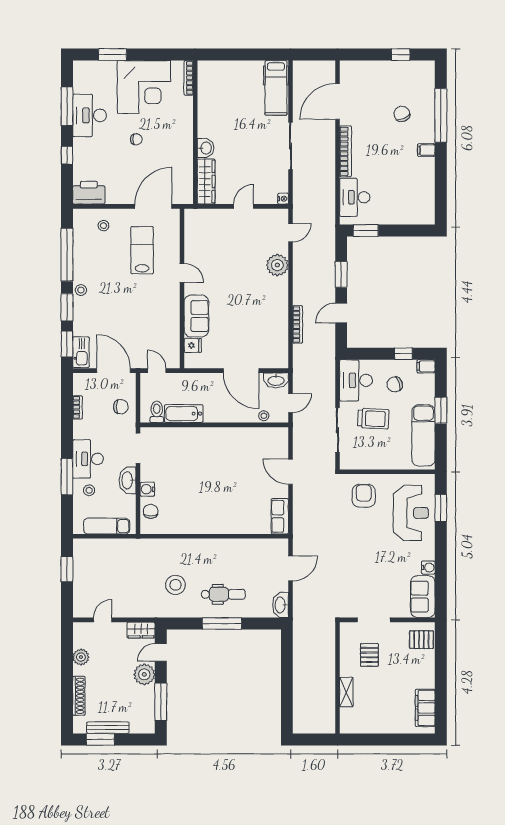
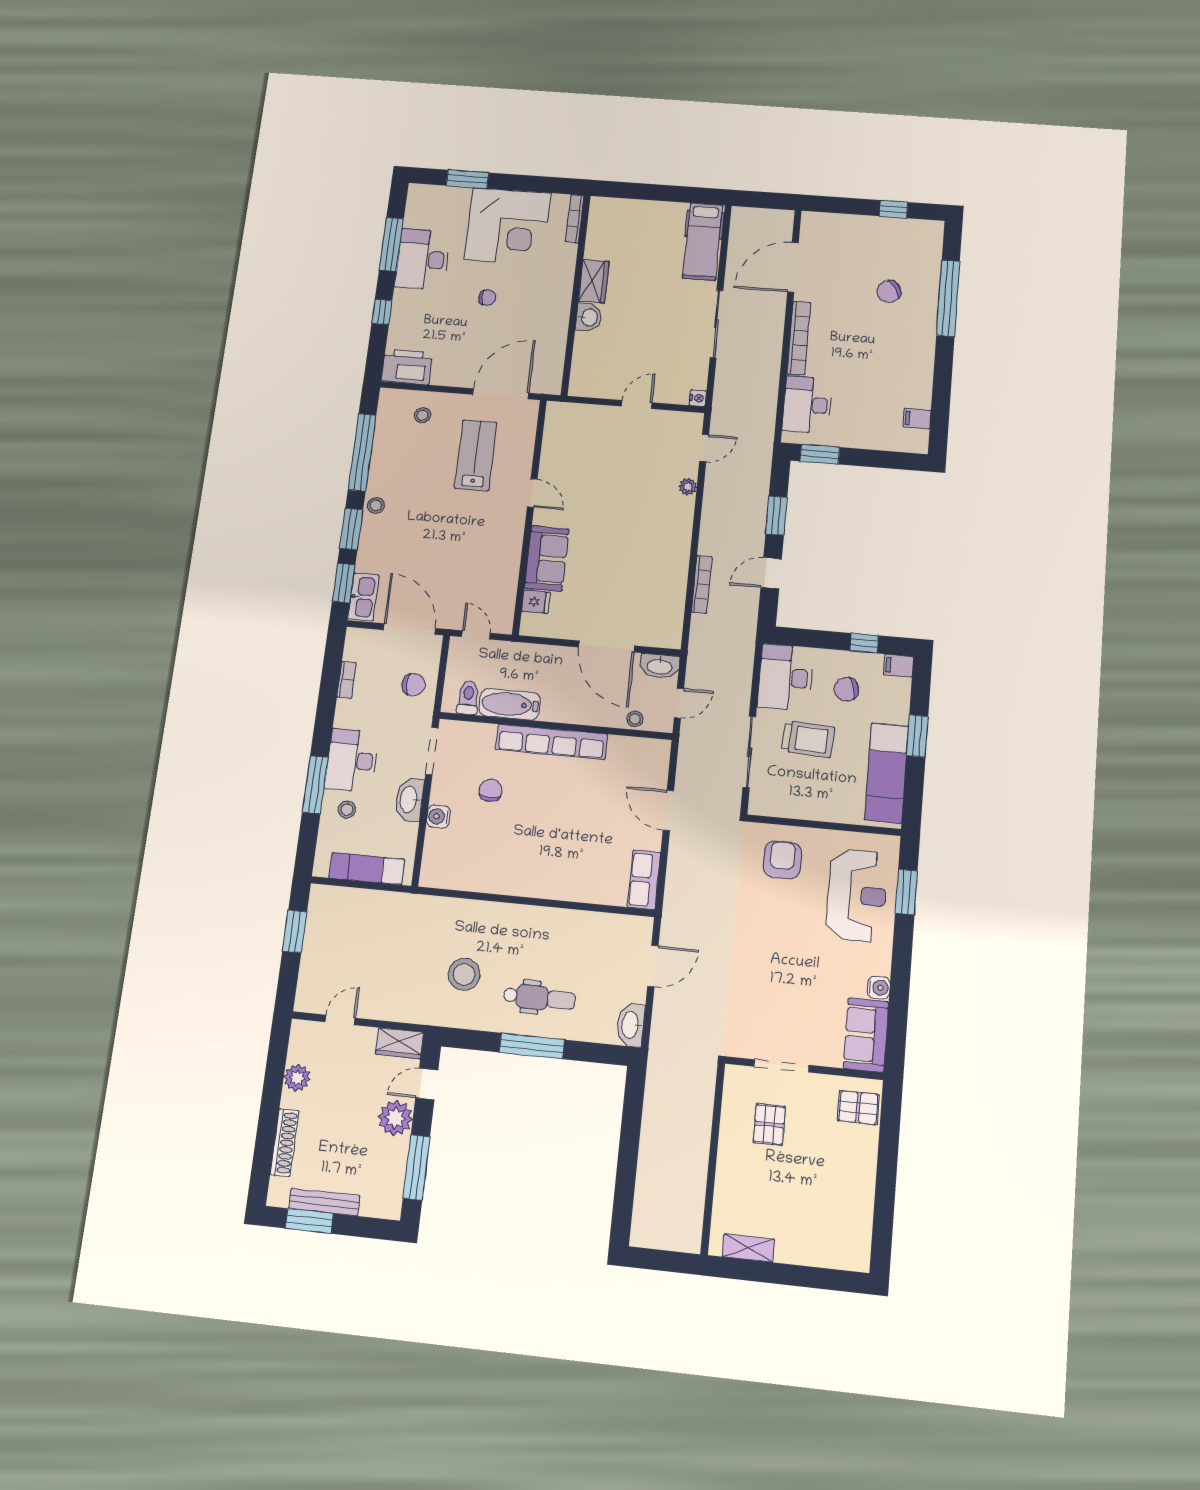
chair: (402, 114) -> (889, 292), turned -100
filing cabinet: (426, 150) -> (917, 419), moved
wardrobe: (206, 182) -> (594, 281), moved, width x0.67
plant: (277, 265) -> (688, 487), width x0.53, depth x0.53
row of seats: (213, 435) -> (551, 742), added
chair: (151, 511) -> (490, 790), moved
shelving: (346, 692) -> (748, 1248), moved, turned 90
filing cabinet: (425, 708) -> (856, 1226), removed

